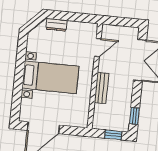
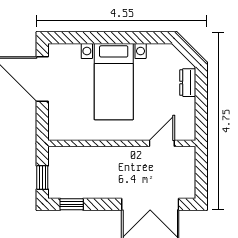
door: (98, 48) -> (162, 143), swing flipped
bench: (101, 88) -> (106, 154), removed

